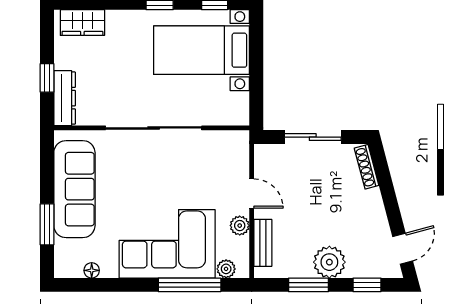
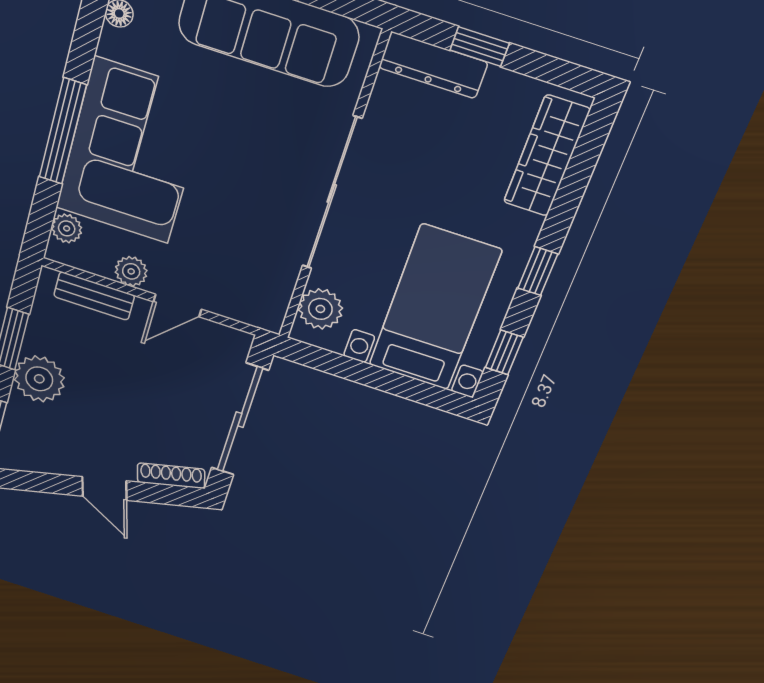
wardrobe: (82, 23) -> (547, 156), width x1.50
plant: (225, 113) -> (320, 309), added
sliding door: (313, 137) -> (240, 420), width x1.37
door: (403, 249) -> (104, 488), moved
window: (190, 285) -> (63, 131), moved

